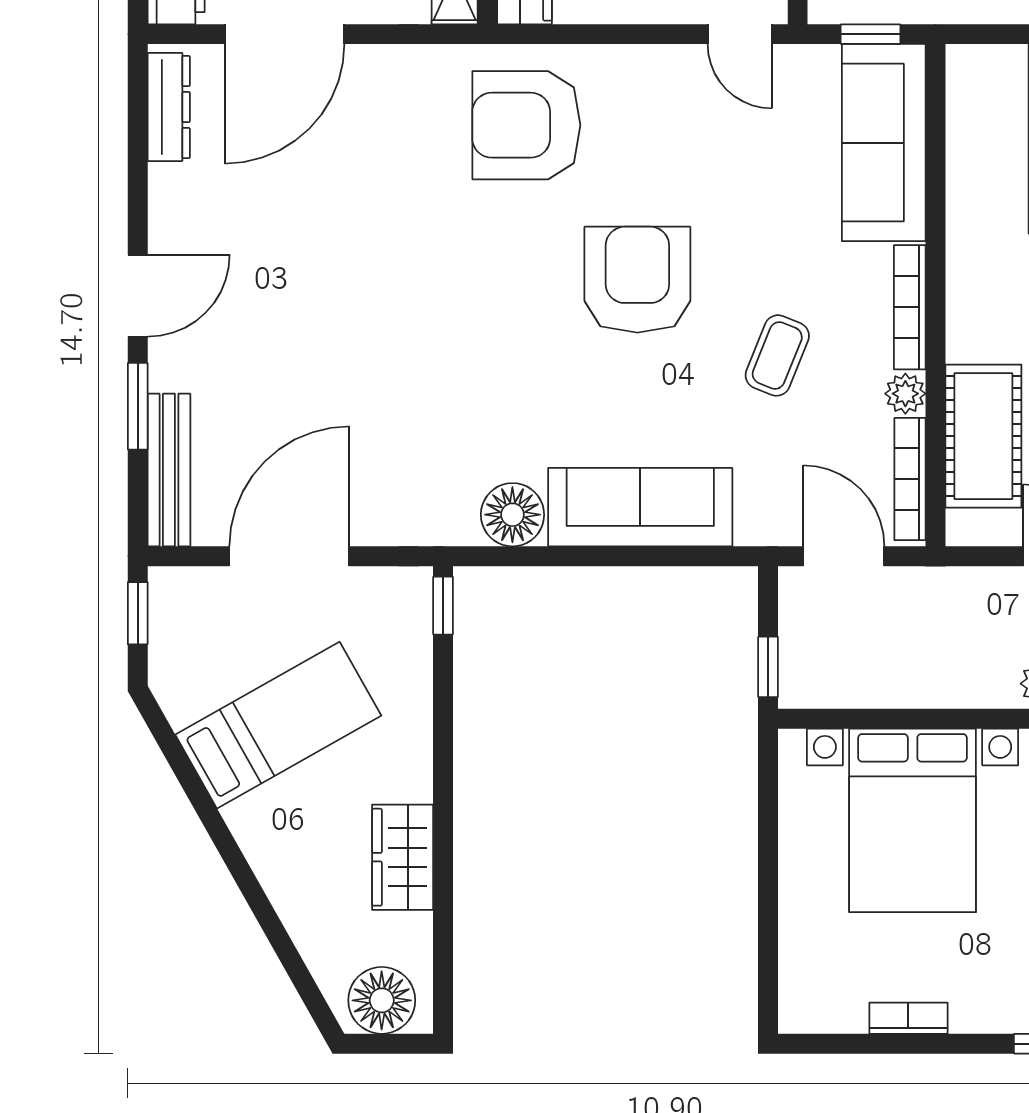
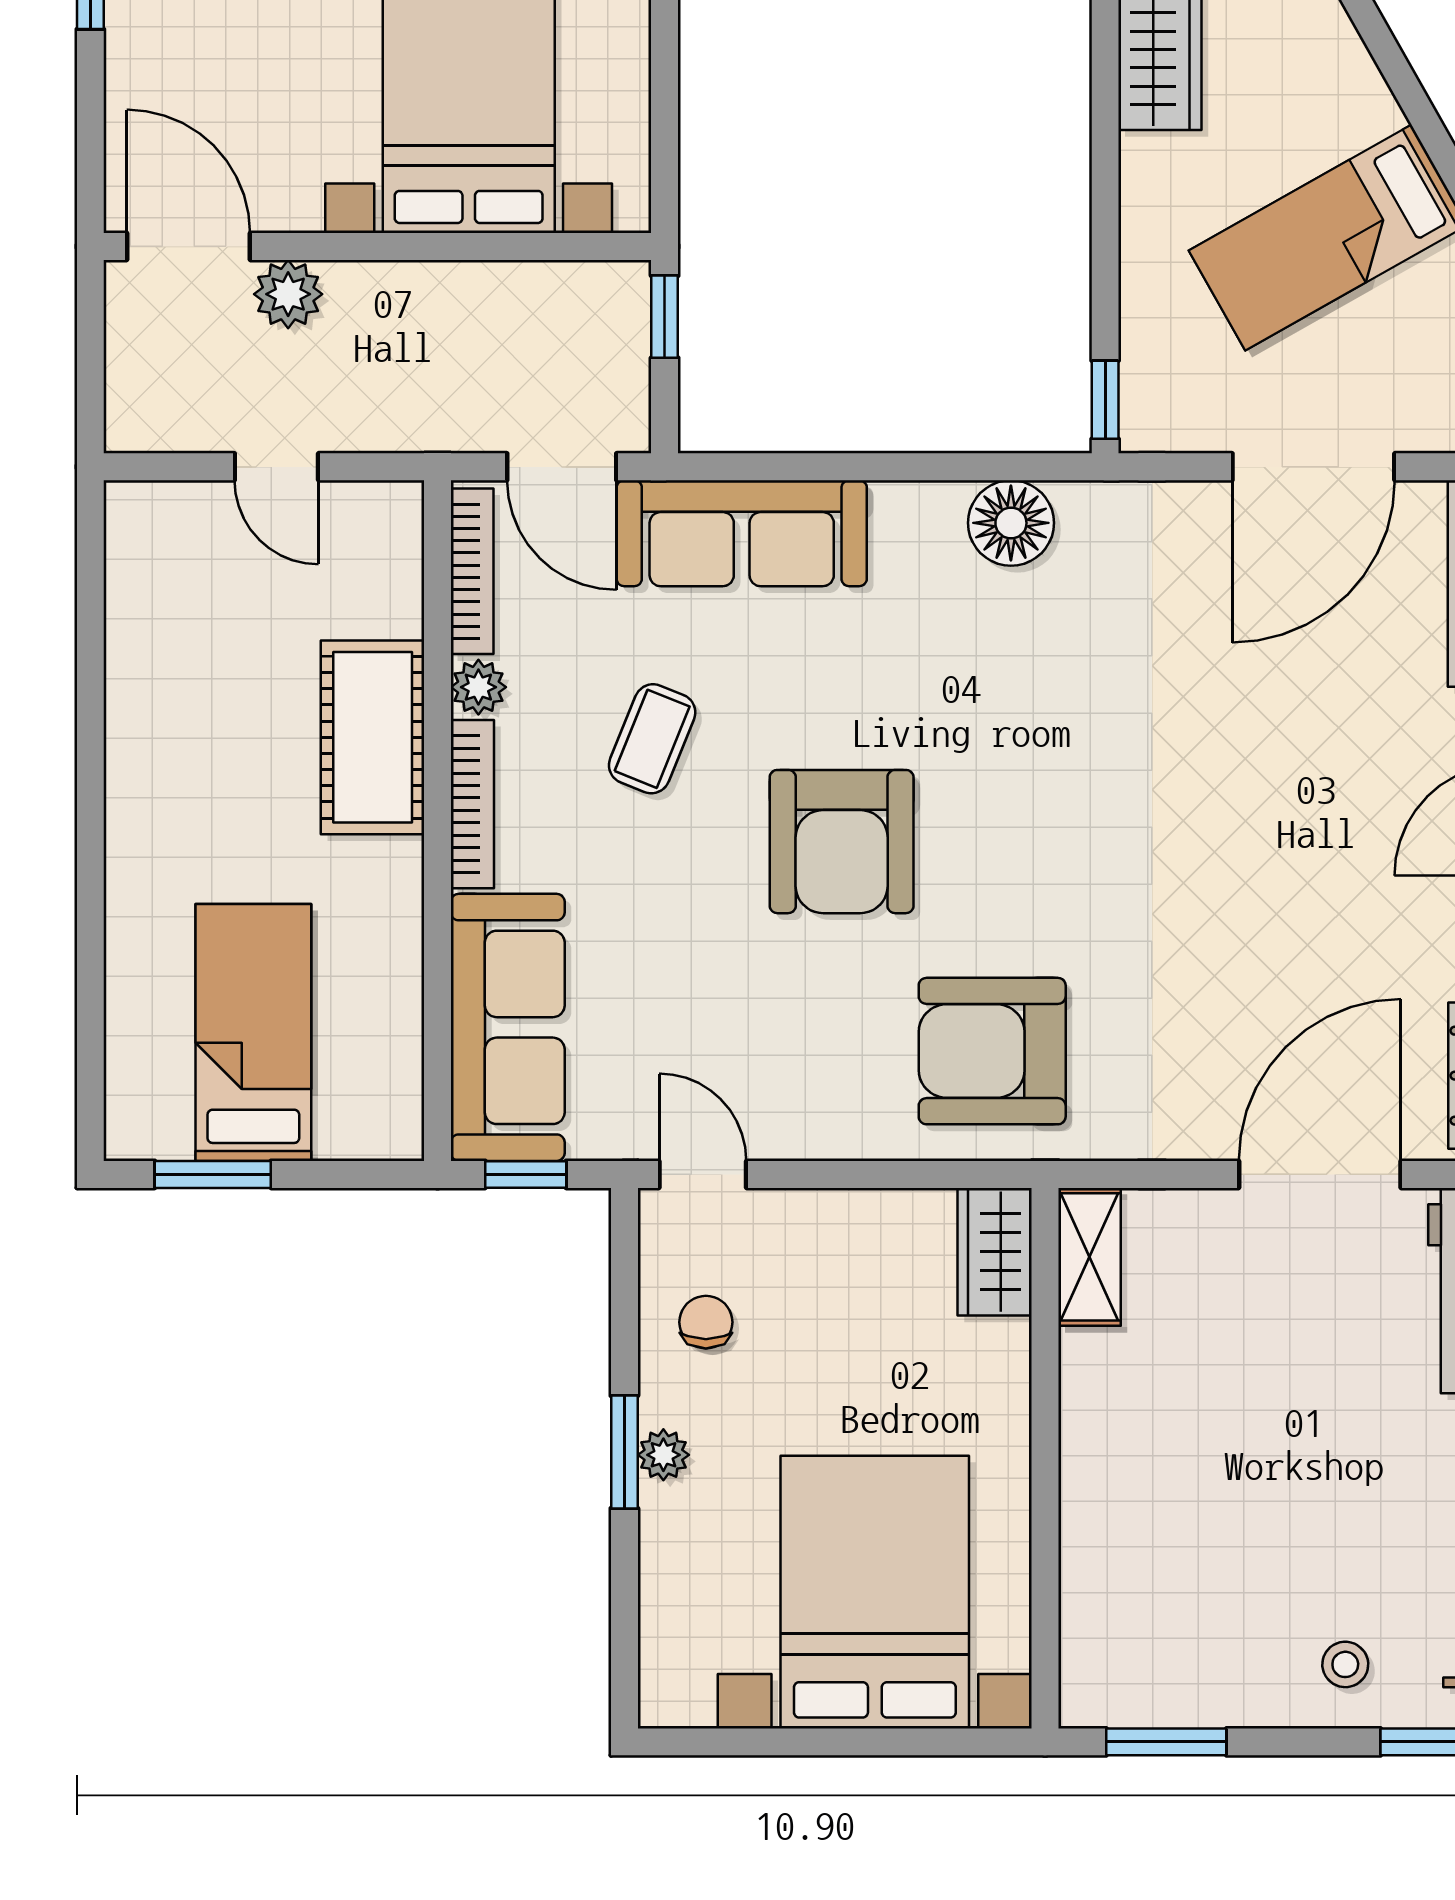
armchair: (526, 125) -> (992, 1051), turned 180
cot: (983, 436) -> (373, 737), moved
sofa: (640, 507) -> (742, 533), moved

